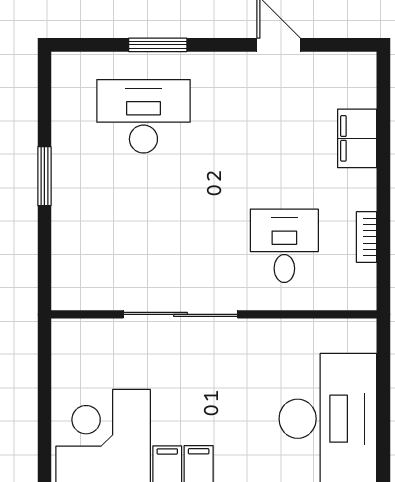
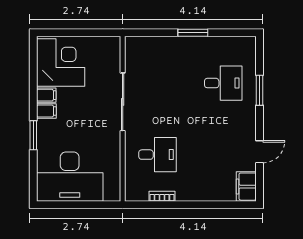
desk: (143, 116) -> (223, 83), width x0.73
filing cabinet: (357, 138) -> (246, 187), moved, turned -90

